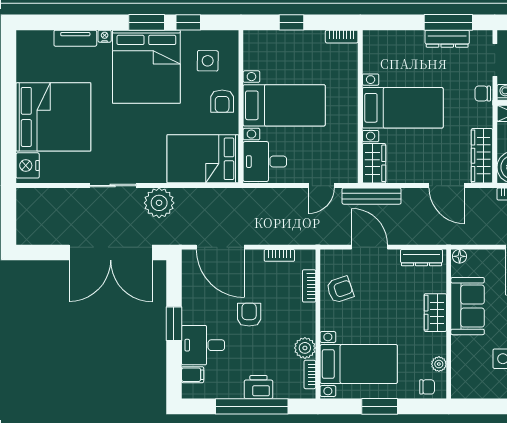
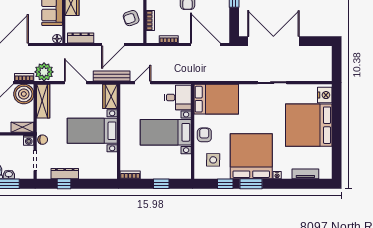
window: (448, 22) -> (64, 184), width x0.46
tv unit: (75, 38) -> (305, 174), moved
door: (447, 186) -> (76, 83), moved
plant: (159, 203) -> (44, 72), moved
door: (370, 247) -> (113, 44), hinge flipped

